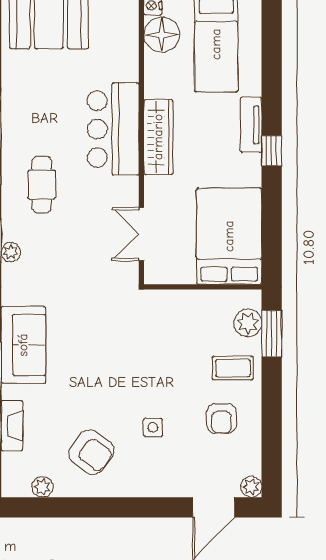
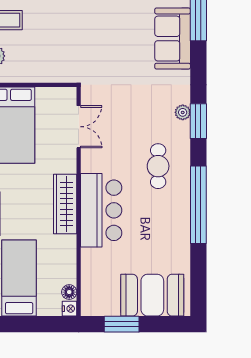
floor lamp: (162, 35) -> (69, 292), width x0.53, depth x0.53

